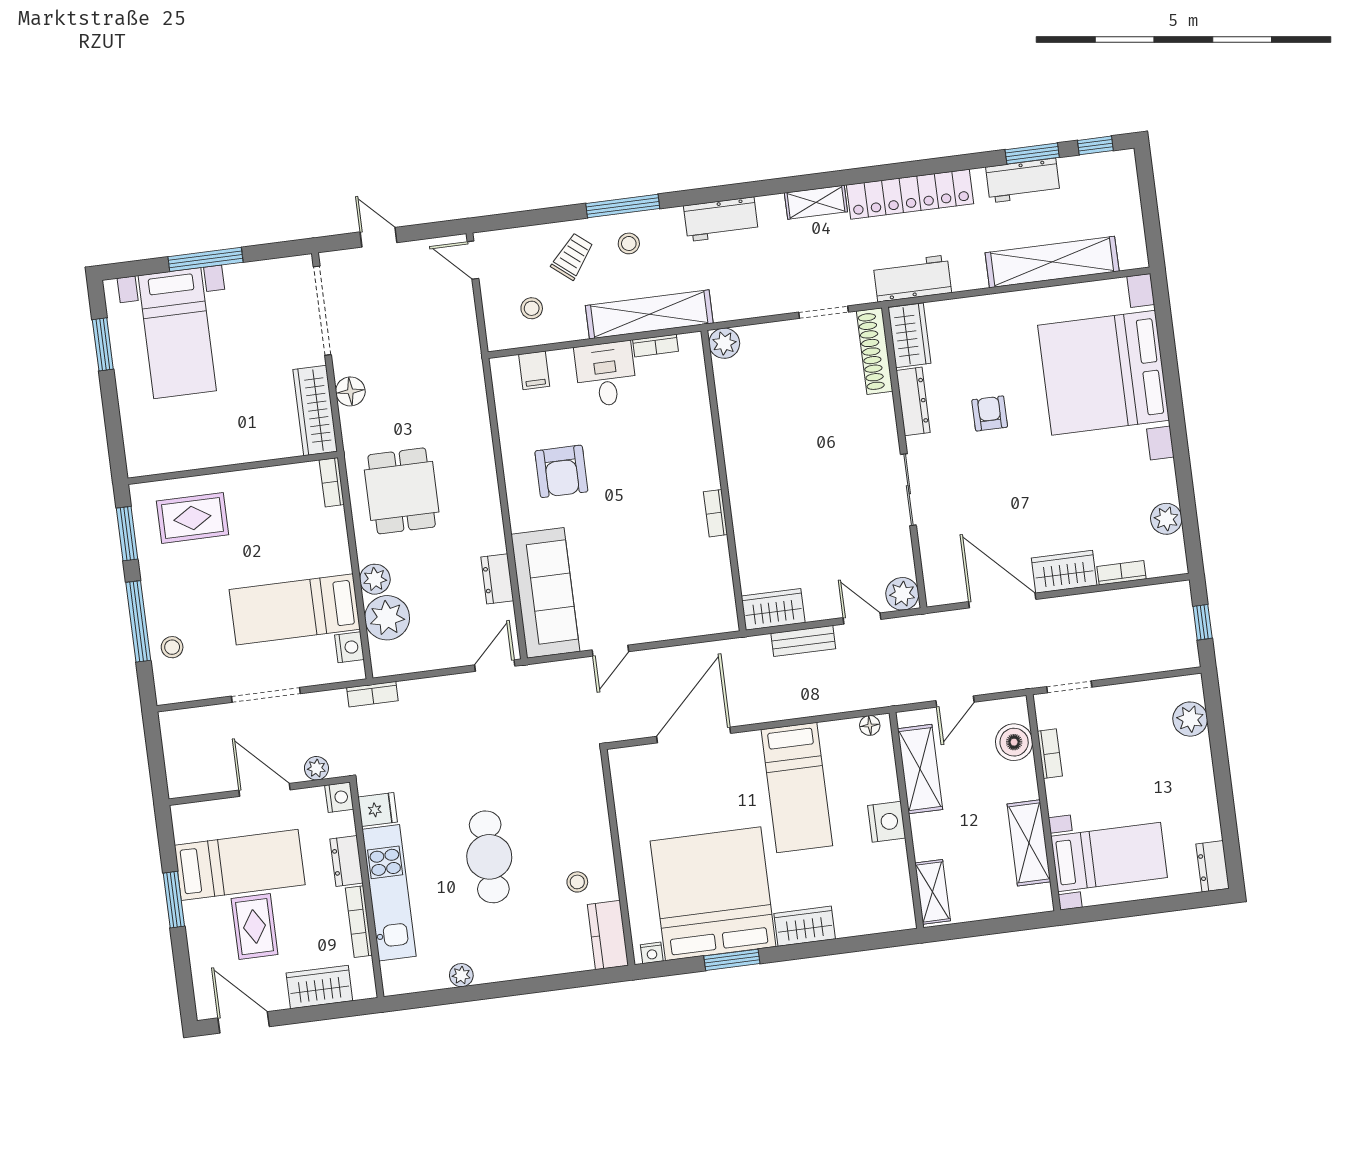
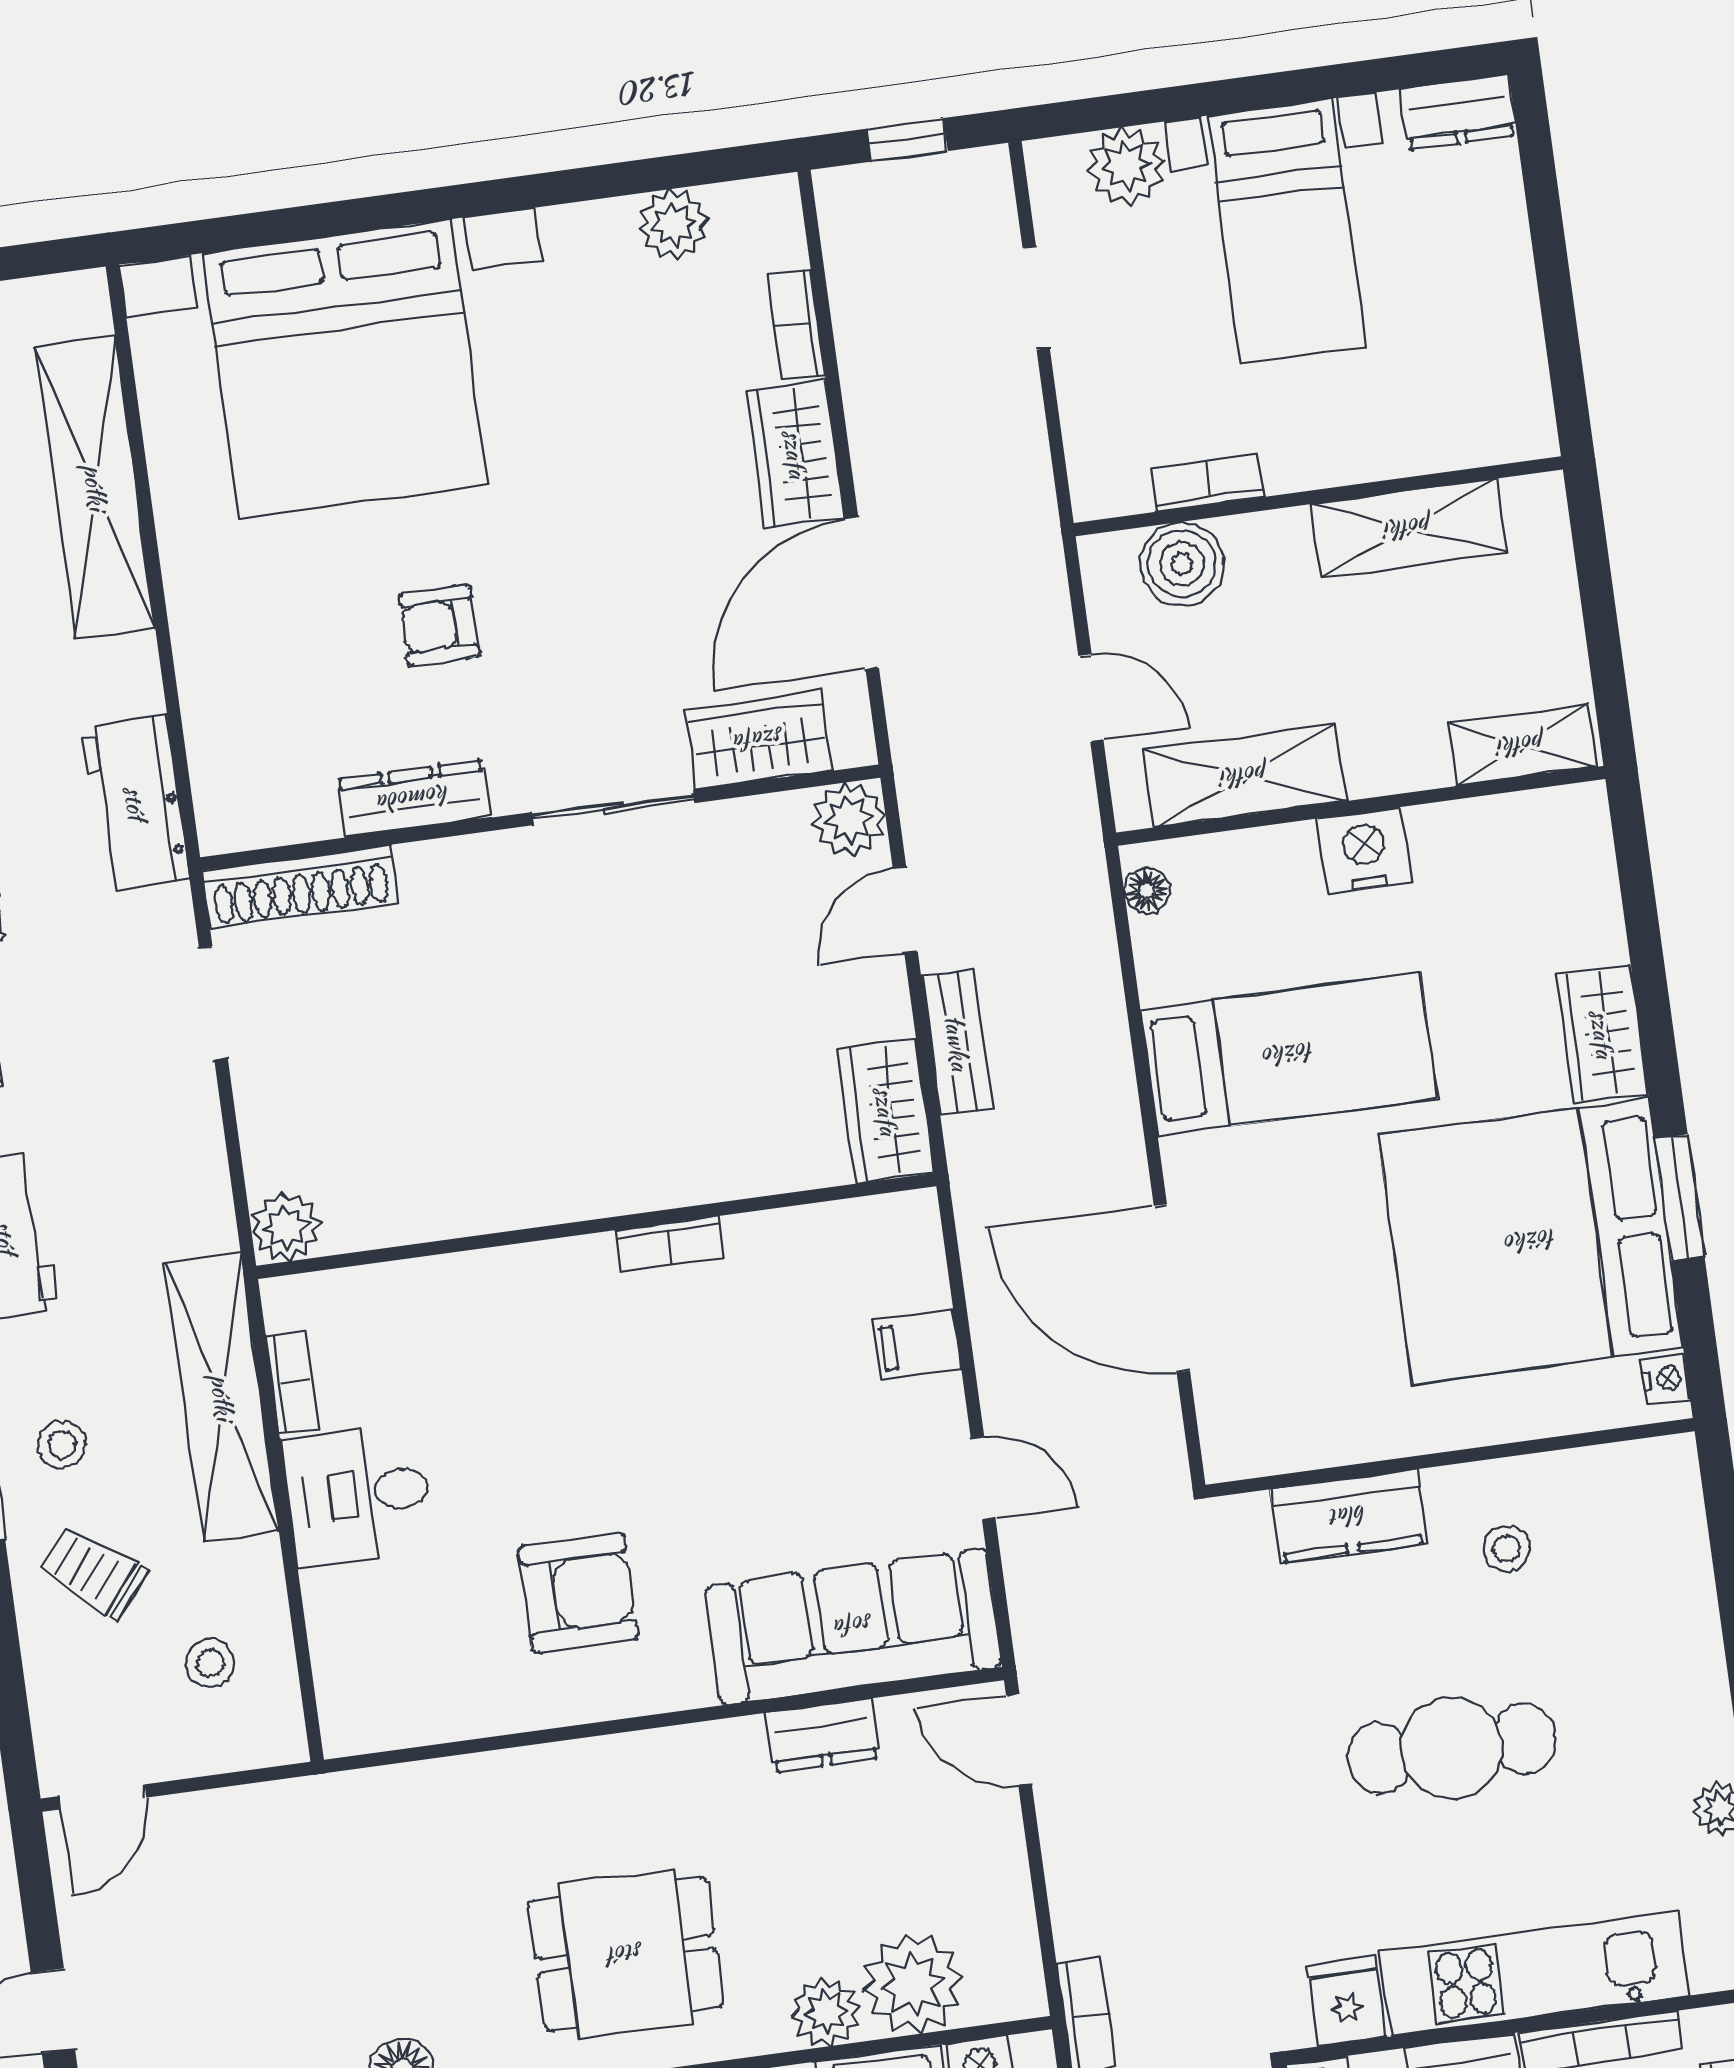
wardrobe: (910, 335) -> (759, 740), moved
filing cabinet: (534, 370) -> (917, 1345), moved, turned 180
doorway: (1069, 687) -> (1036, 298), moved
bed with nightstands: (1109, 857) -> (1286, 231), moved, turned 180
kitchen counter: (608, 935) -> (1349, 1516), moved

